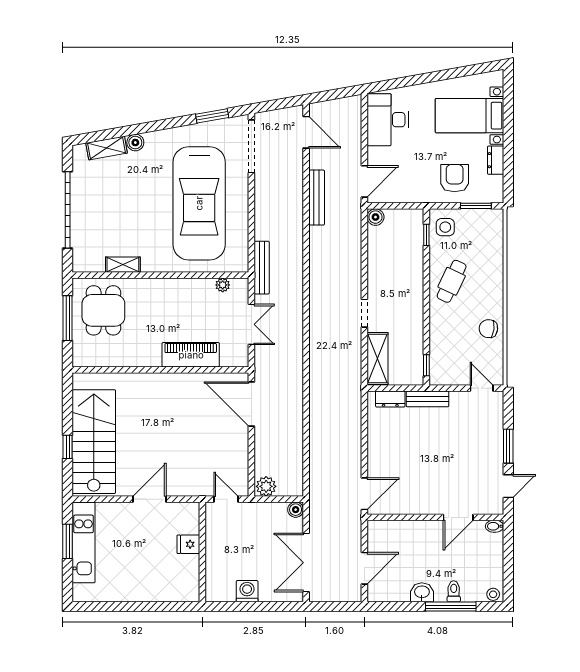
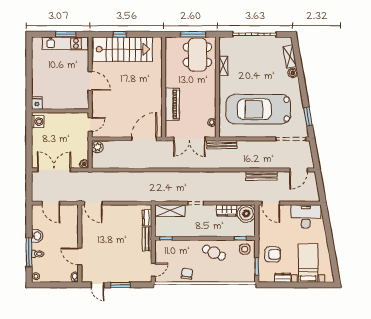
boiler: (375, 217) -> (246, 214), width x1.86, depth x1.86
wardrobe: (377, 259) -> (227, 210), added
dining table: (103, 310) -> (197, 55), width x1.37
double door: (251, 324) -> (189, 139), width x1.37
fridge: (188, 544) -> (37, 103), moved
washing machine: (247, 591) -> (38, 122), moved

